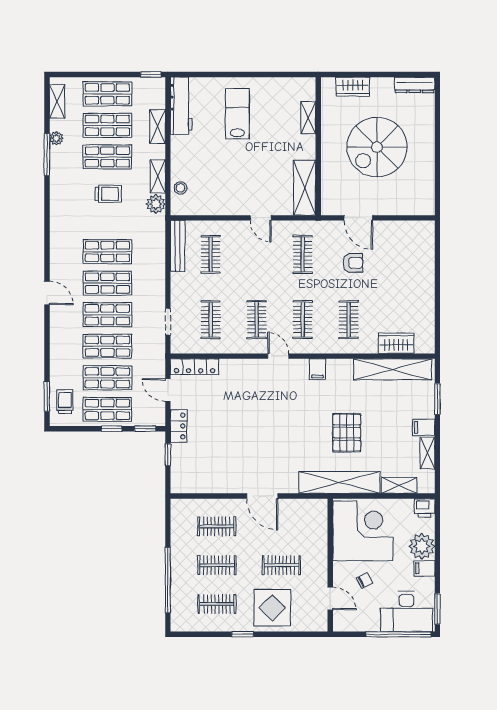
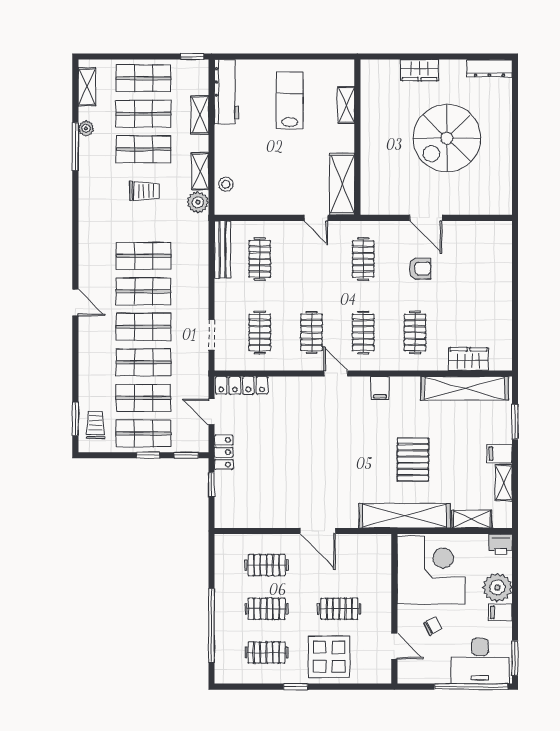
shelving: (308, 118) -> (346, 105), moved
wall: (318, 146) -> (357, 137), moved
shelving: (305, 188) -> (342, 184), moved

